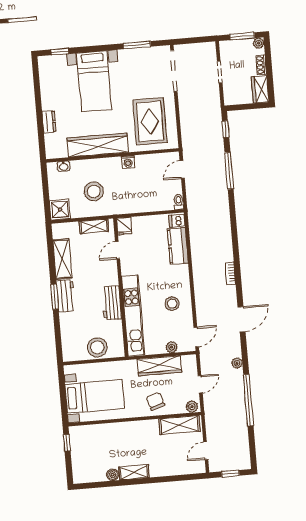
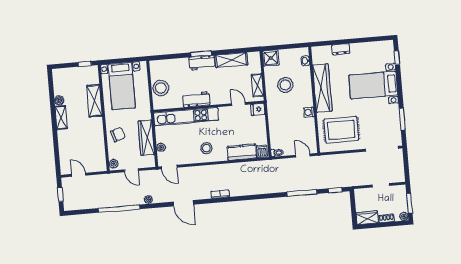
stool: (172, 304) -> (206, 148), moved
shelving: (179, 425) -> (94, 101), moved

